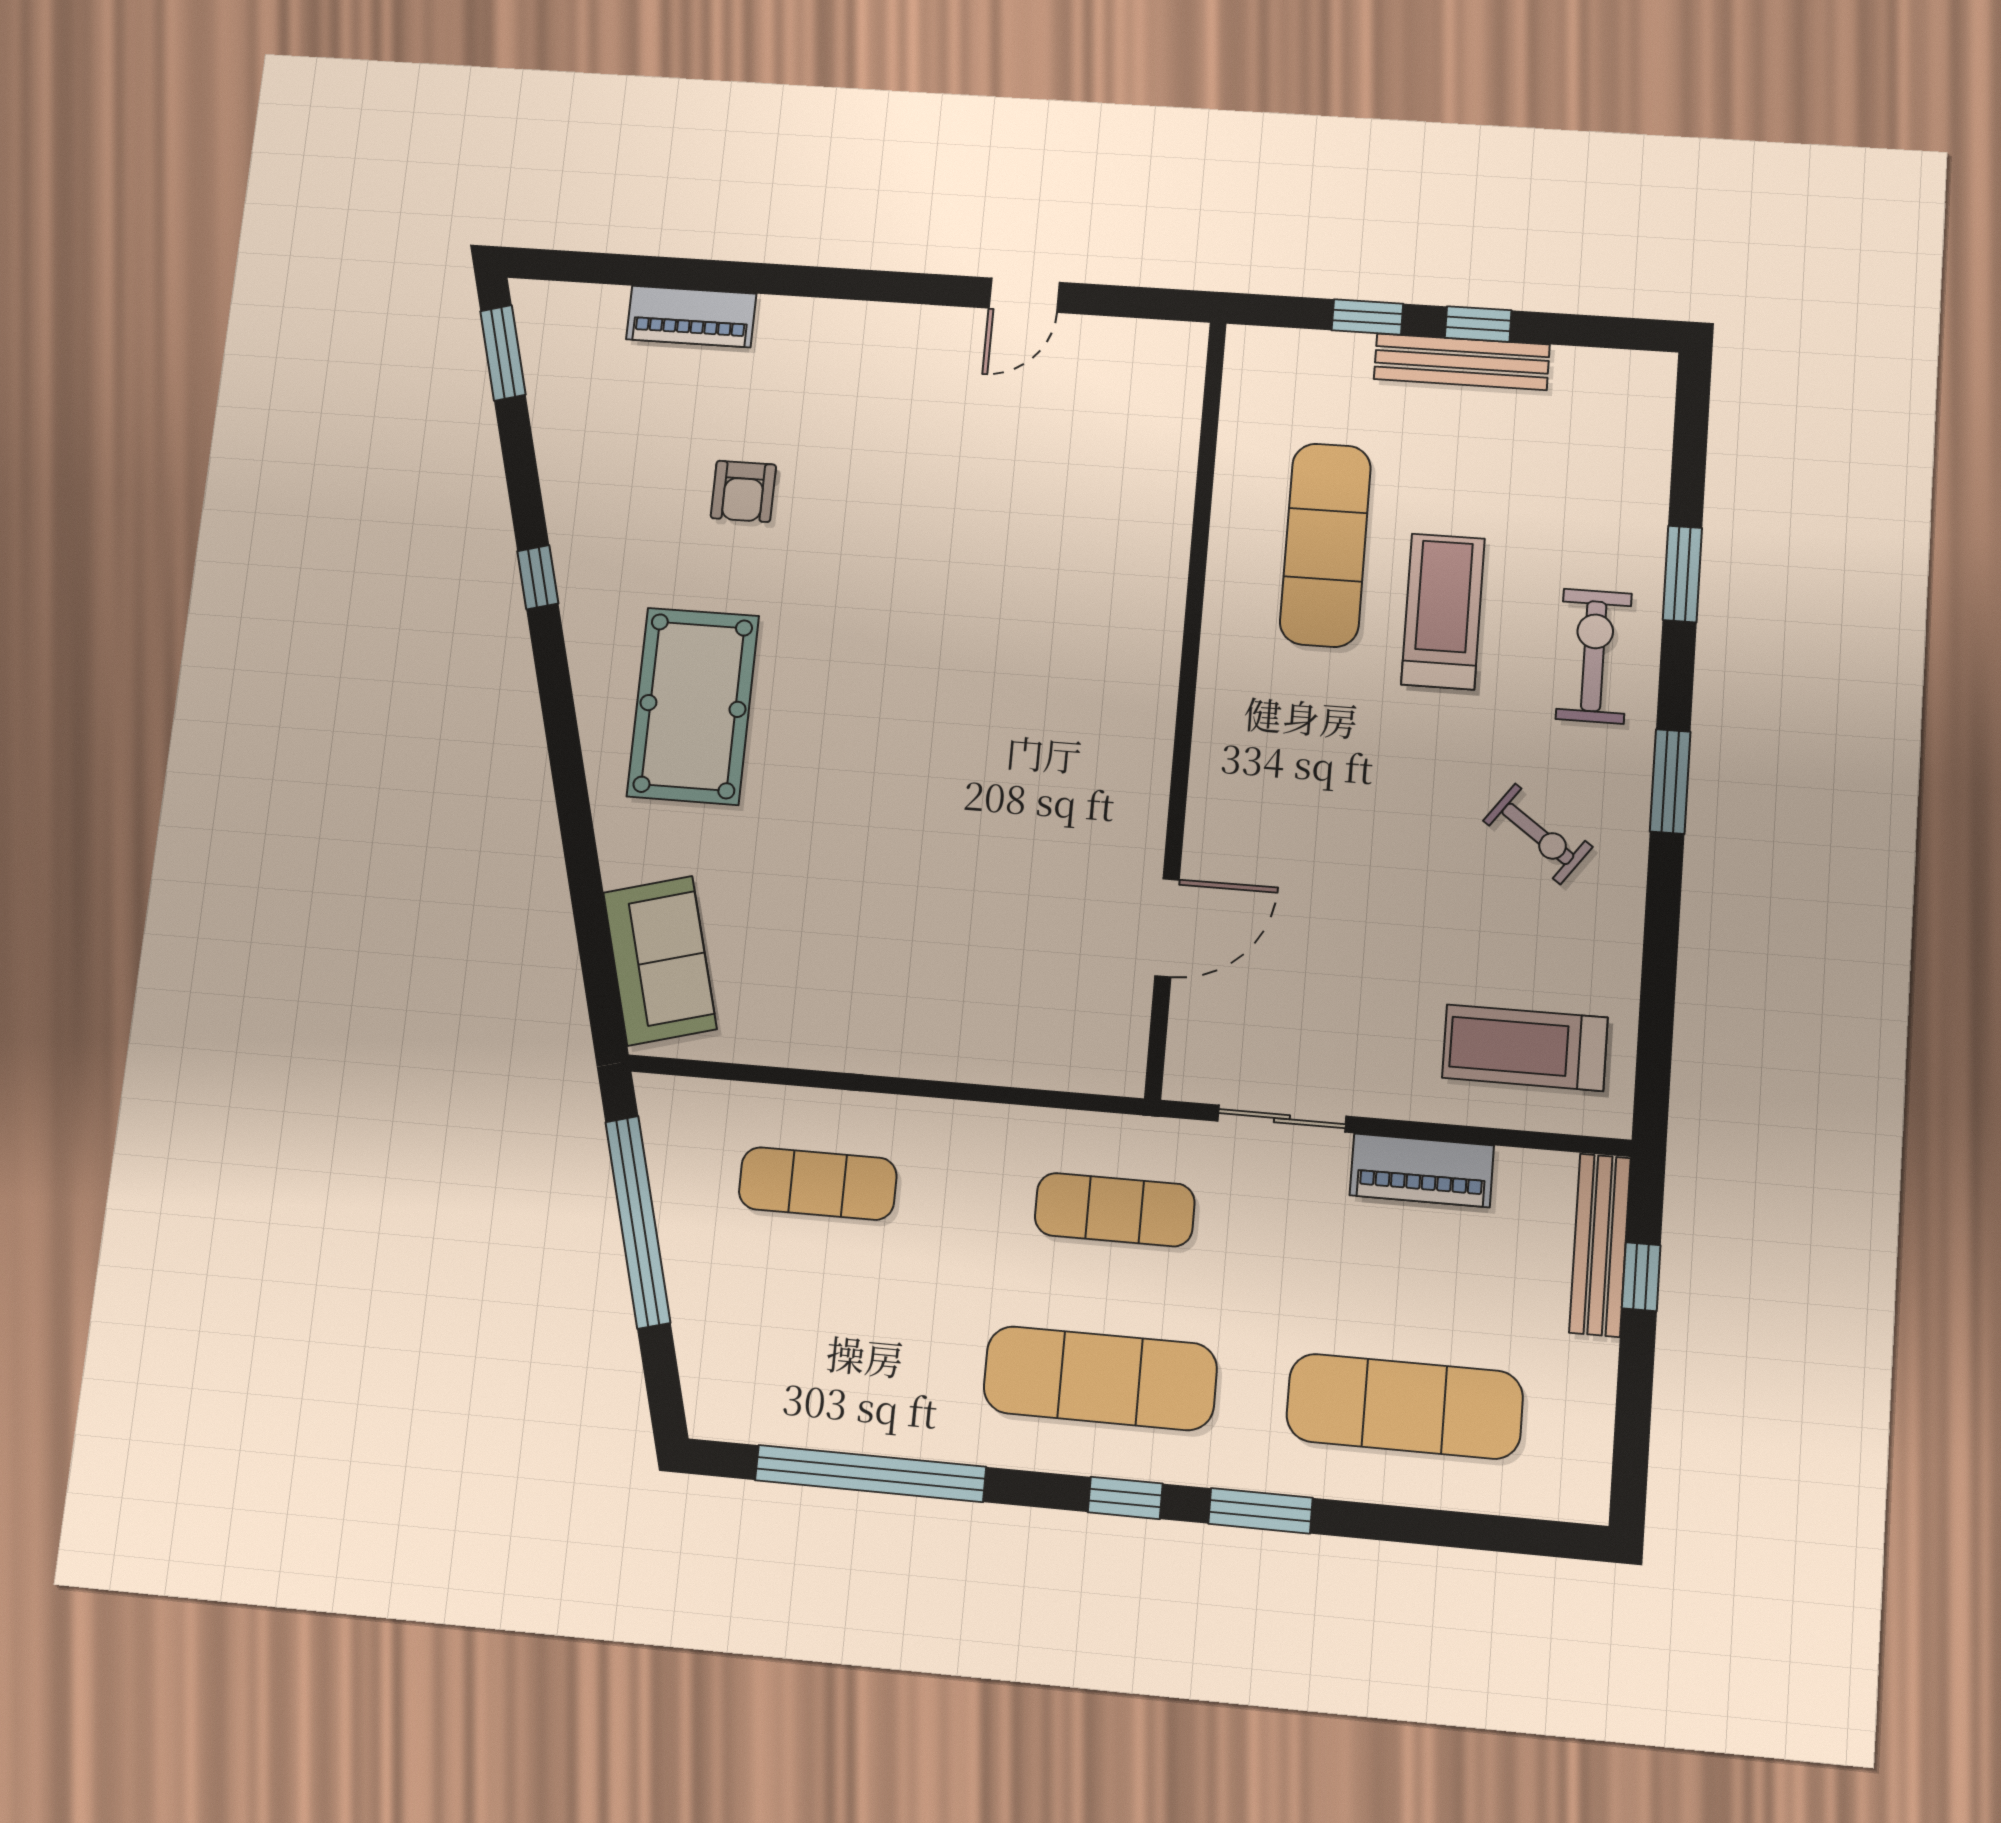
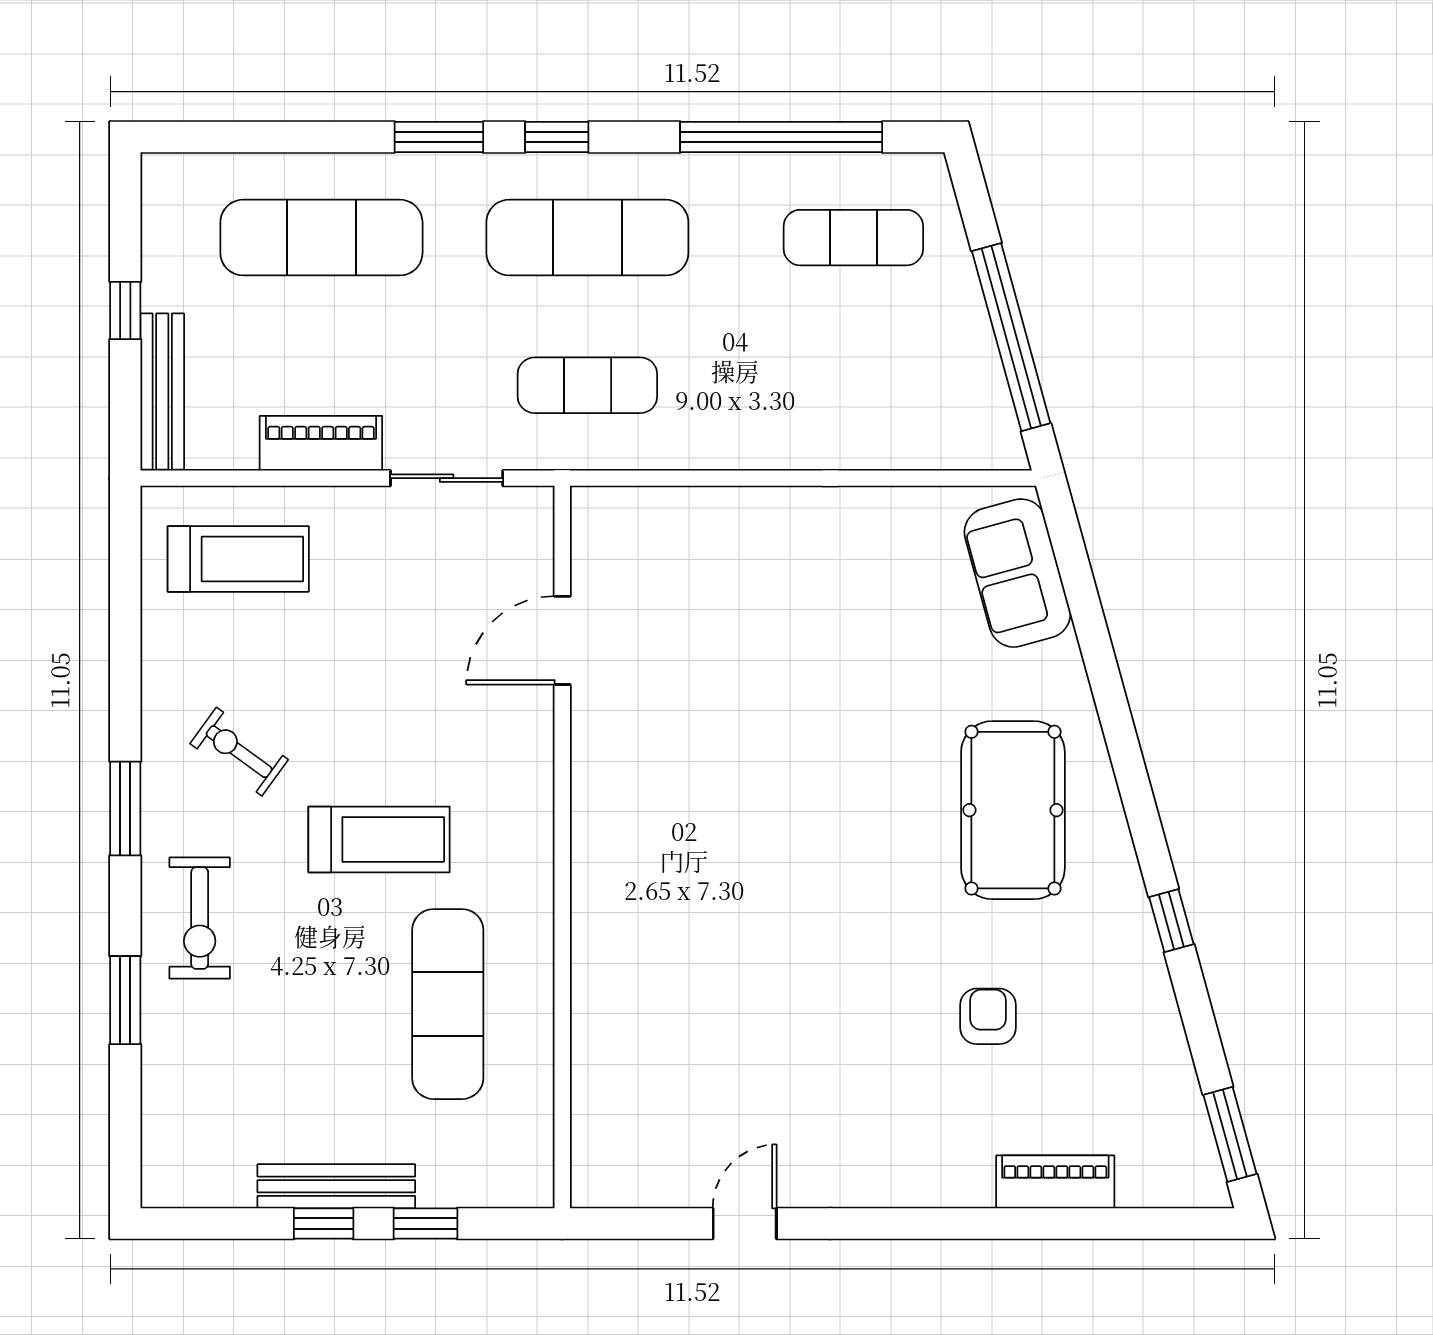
treadmill: (1443, 611) -> (379, 839), moved, turned -90
exercise mat: (818, 1184) -> (853, 238), moved
window: (1641, 1277) -> (125, 310), moved

